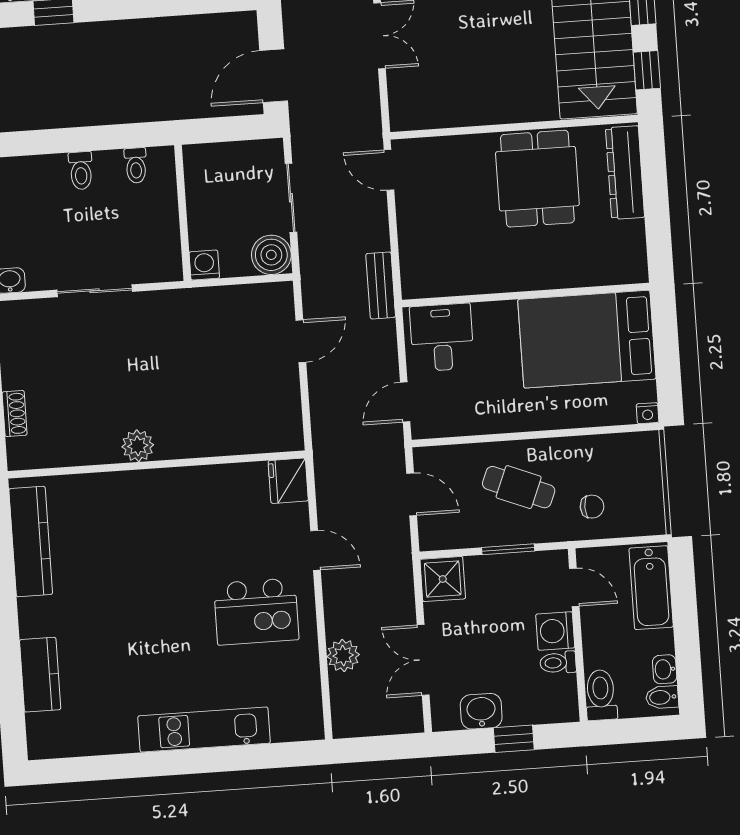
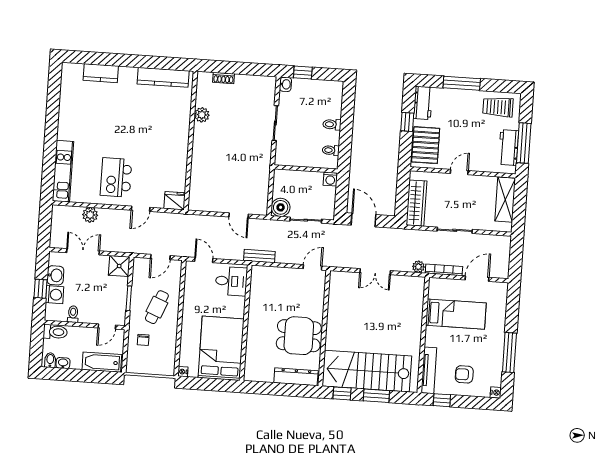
washing machine: (204, 265) -> (330, 179), moved, turned 90
plant: (138, 446) -> (202, 115), moved
washing machine: (555, 631) -> (55, 295), moved, turned 90
kitchen unit: (204, 730) -> (63, 171), moved

